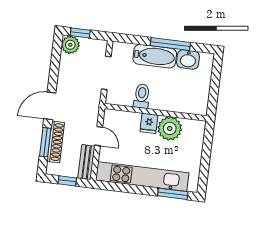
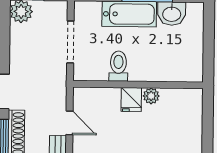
plant: (170, 128) -> (151, 96), width x0.53, depth x0.53

